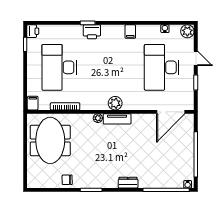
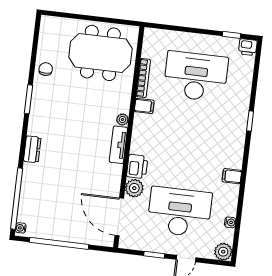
printer: (92, 32) -> (137, 166), moved, turned 180
filing cabinet: (33, 103) -> (144, 106), moved
plant: (115, 103) -> (134, 188), moved

